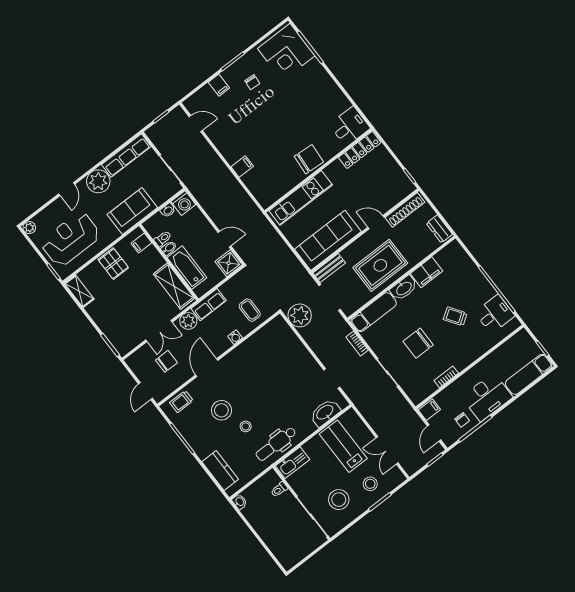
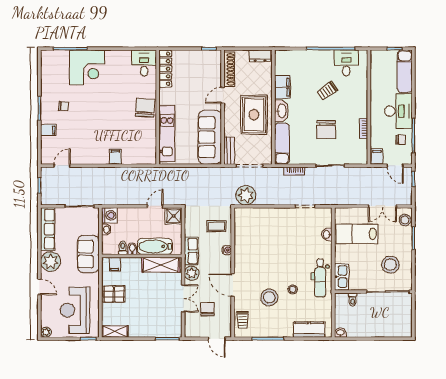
corner desk: (286, 52) -> (87, 67), moved
washbasin: (325, 413) -> (327, 234), width x0.52, depth x0.69
stool: (370, 484) -> (405, 220), moved

